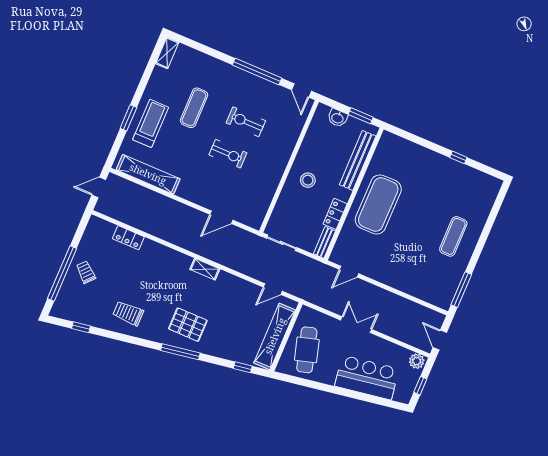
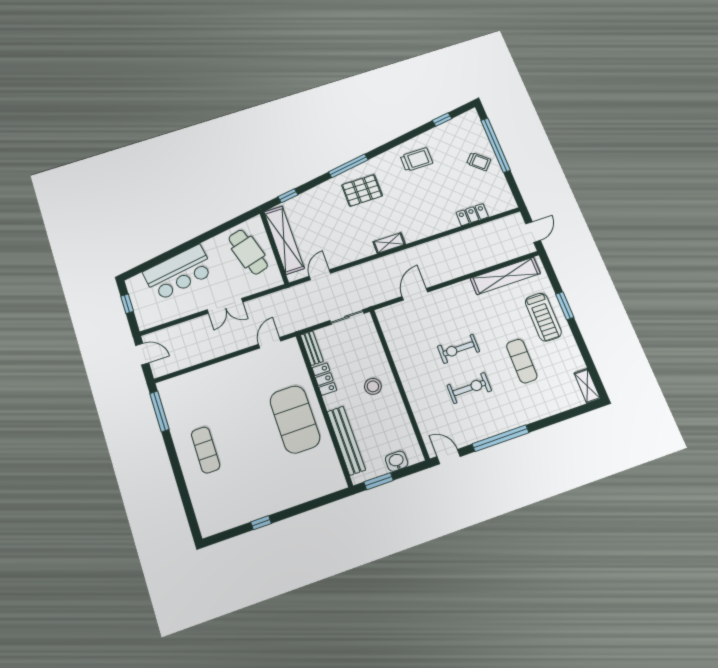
plant: (417, 361) -> (147, 320), removed

